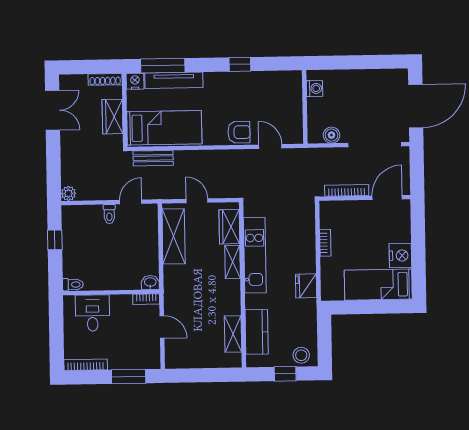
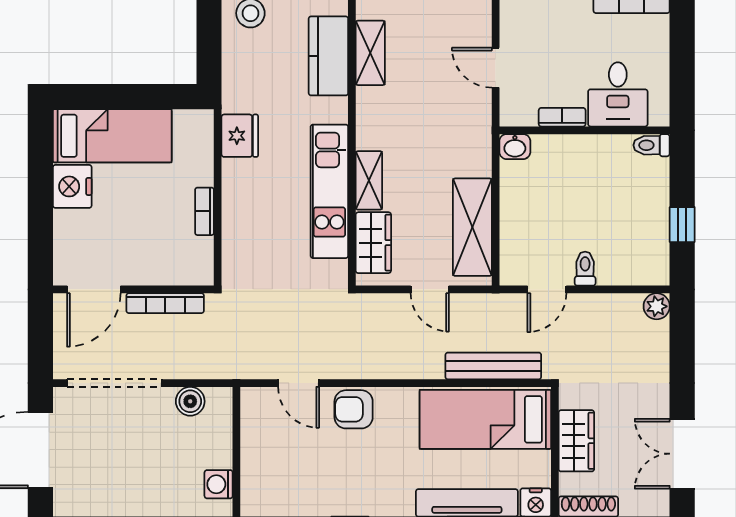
bench: (153, 158) -> (493, 366), width x1.36
bookcase: (146, 299) -> (562, 117), moved

